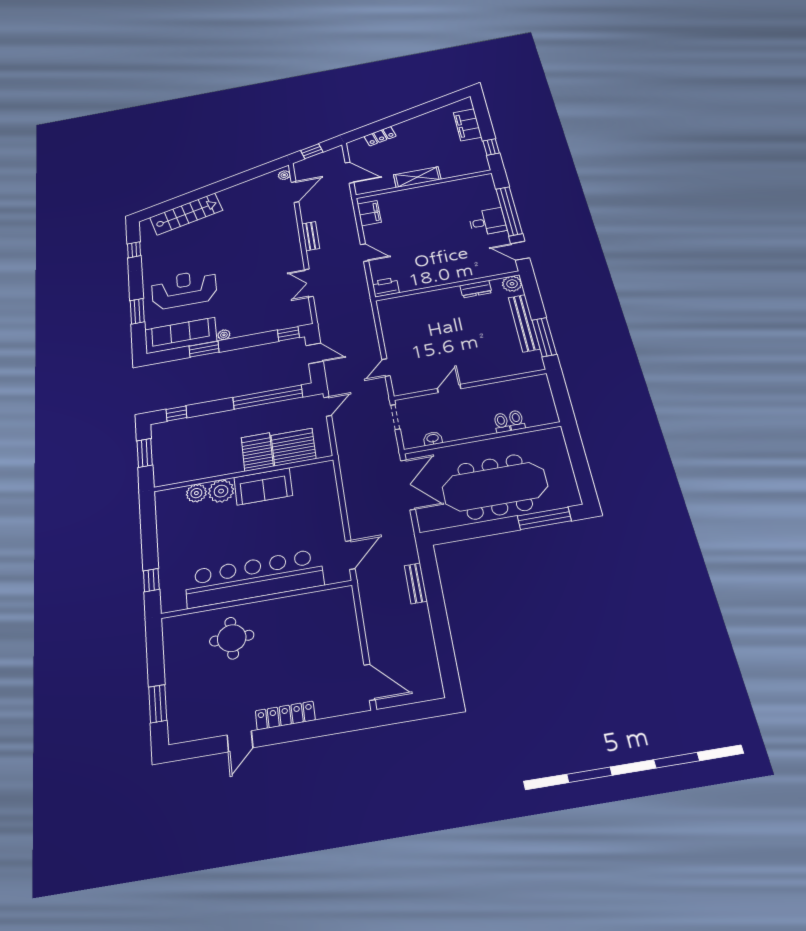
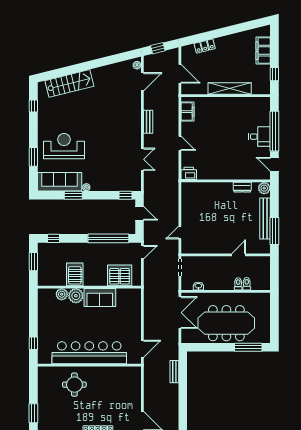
shelving: (417, 177) -> (230, 89), width x1.47
double door: (309, 283) -> (142, 159), swing flipped
door: (449, 389) -> (239, 255), moved
server rack: (257, 452) -> (75, 274), moved

